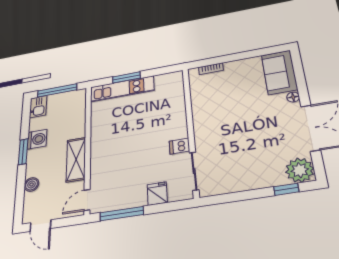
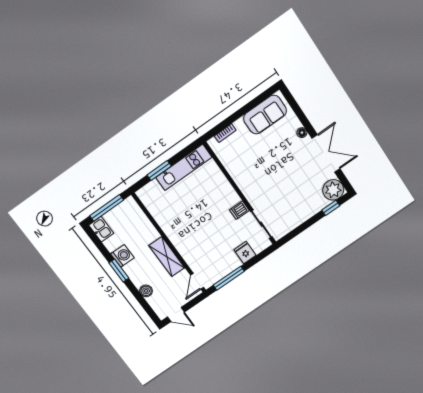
sofa: (279, 72) -> (265, 115), moved, turned -90
kitchen unit: (122, 89) -> (184, 167), moved

